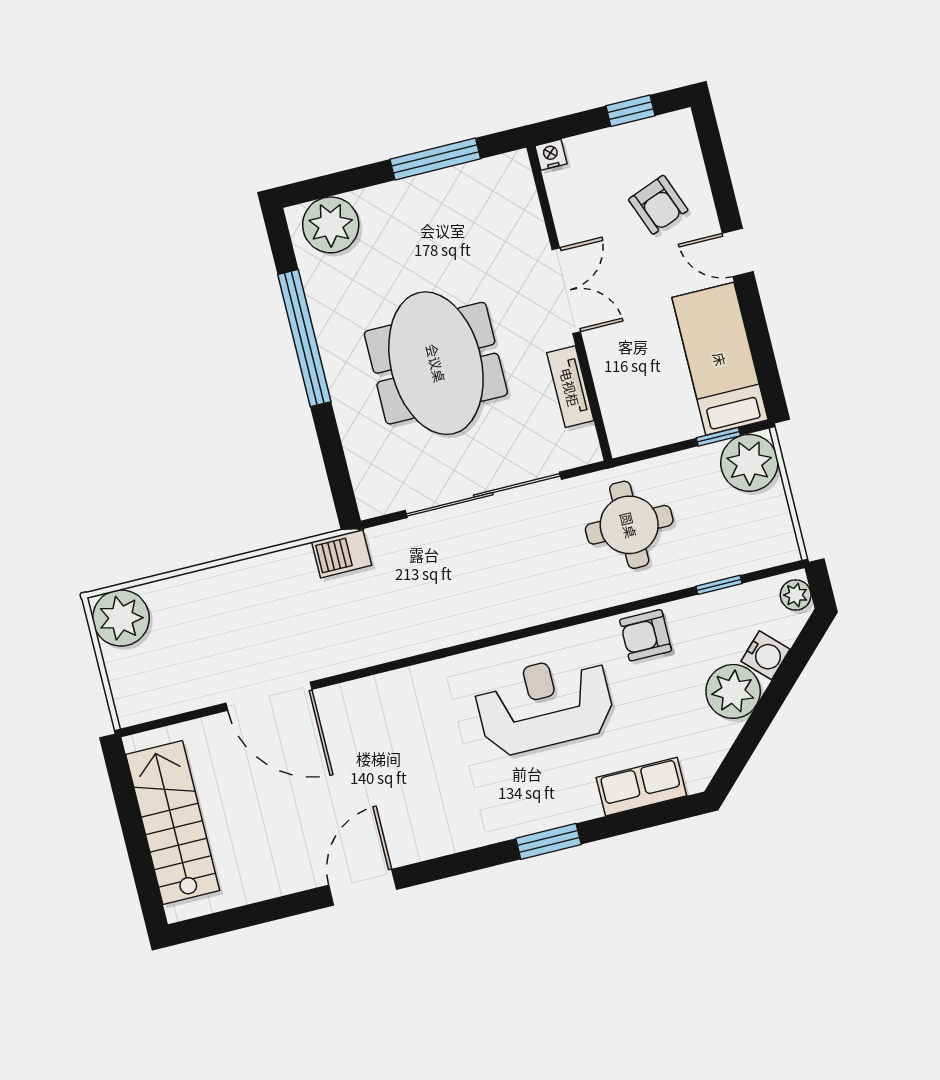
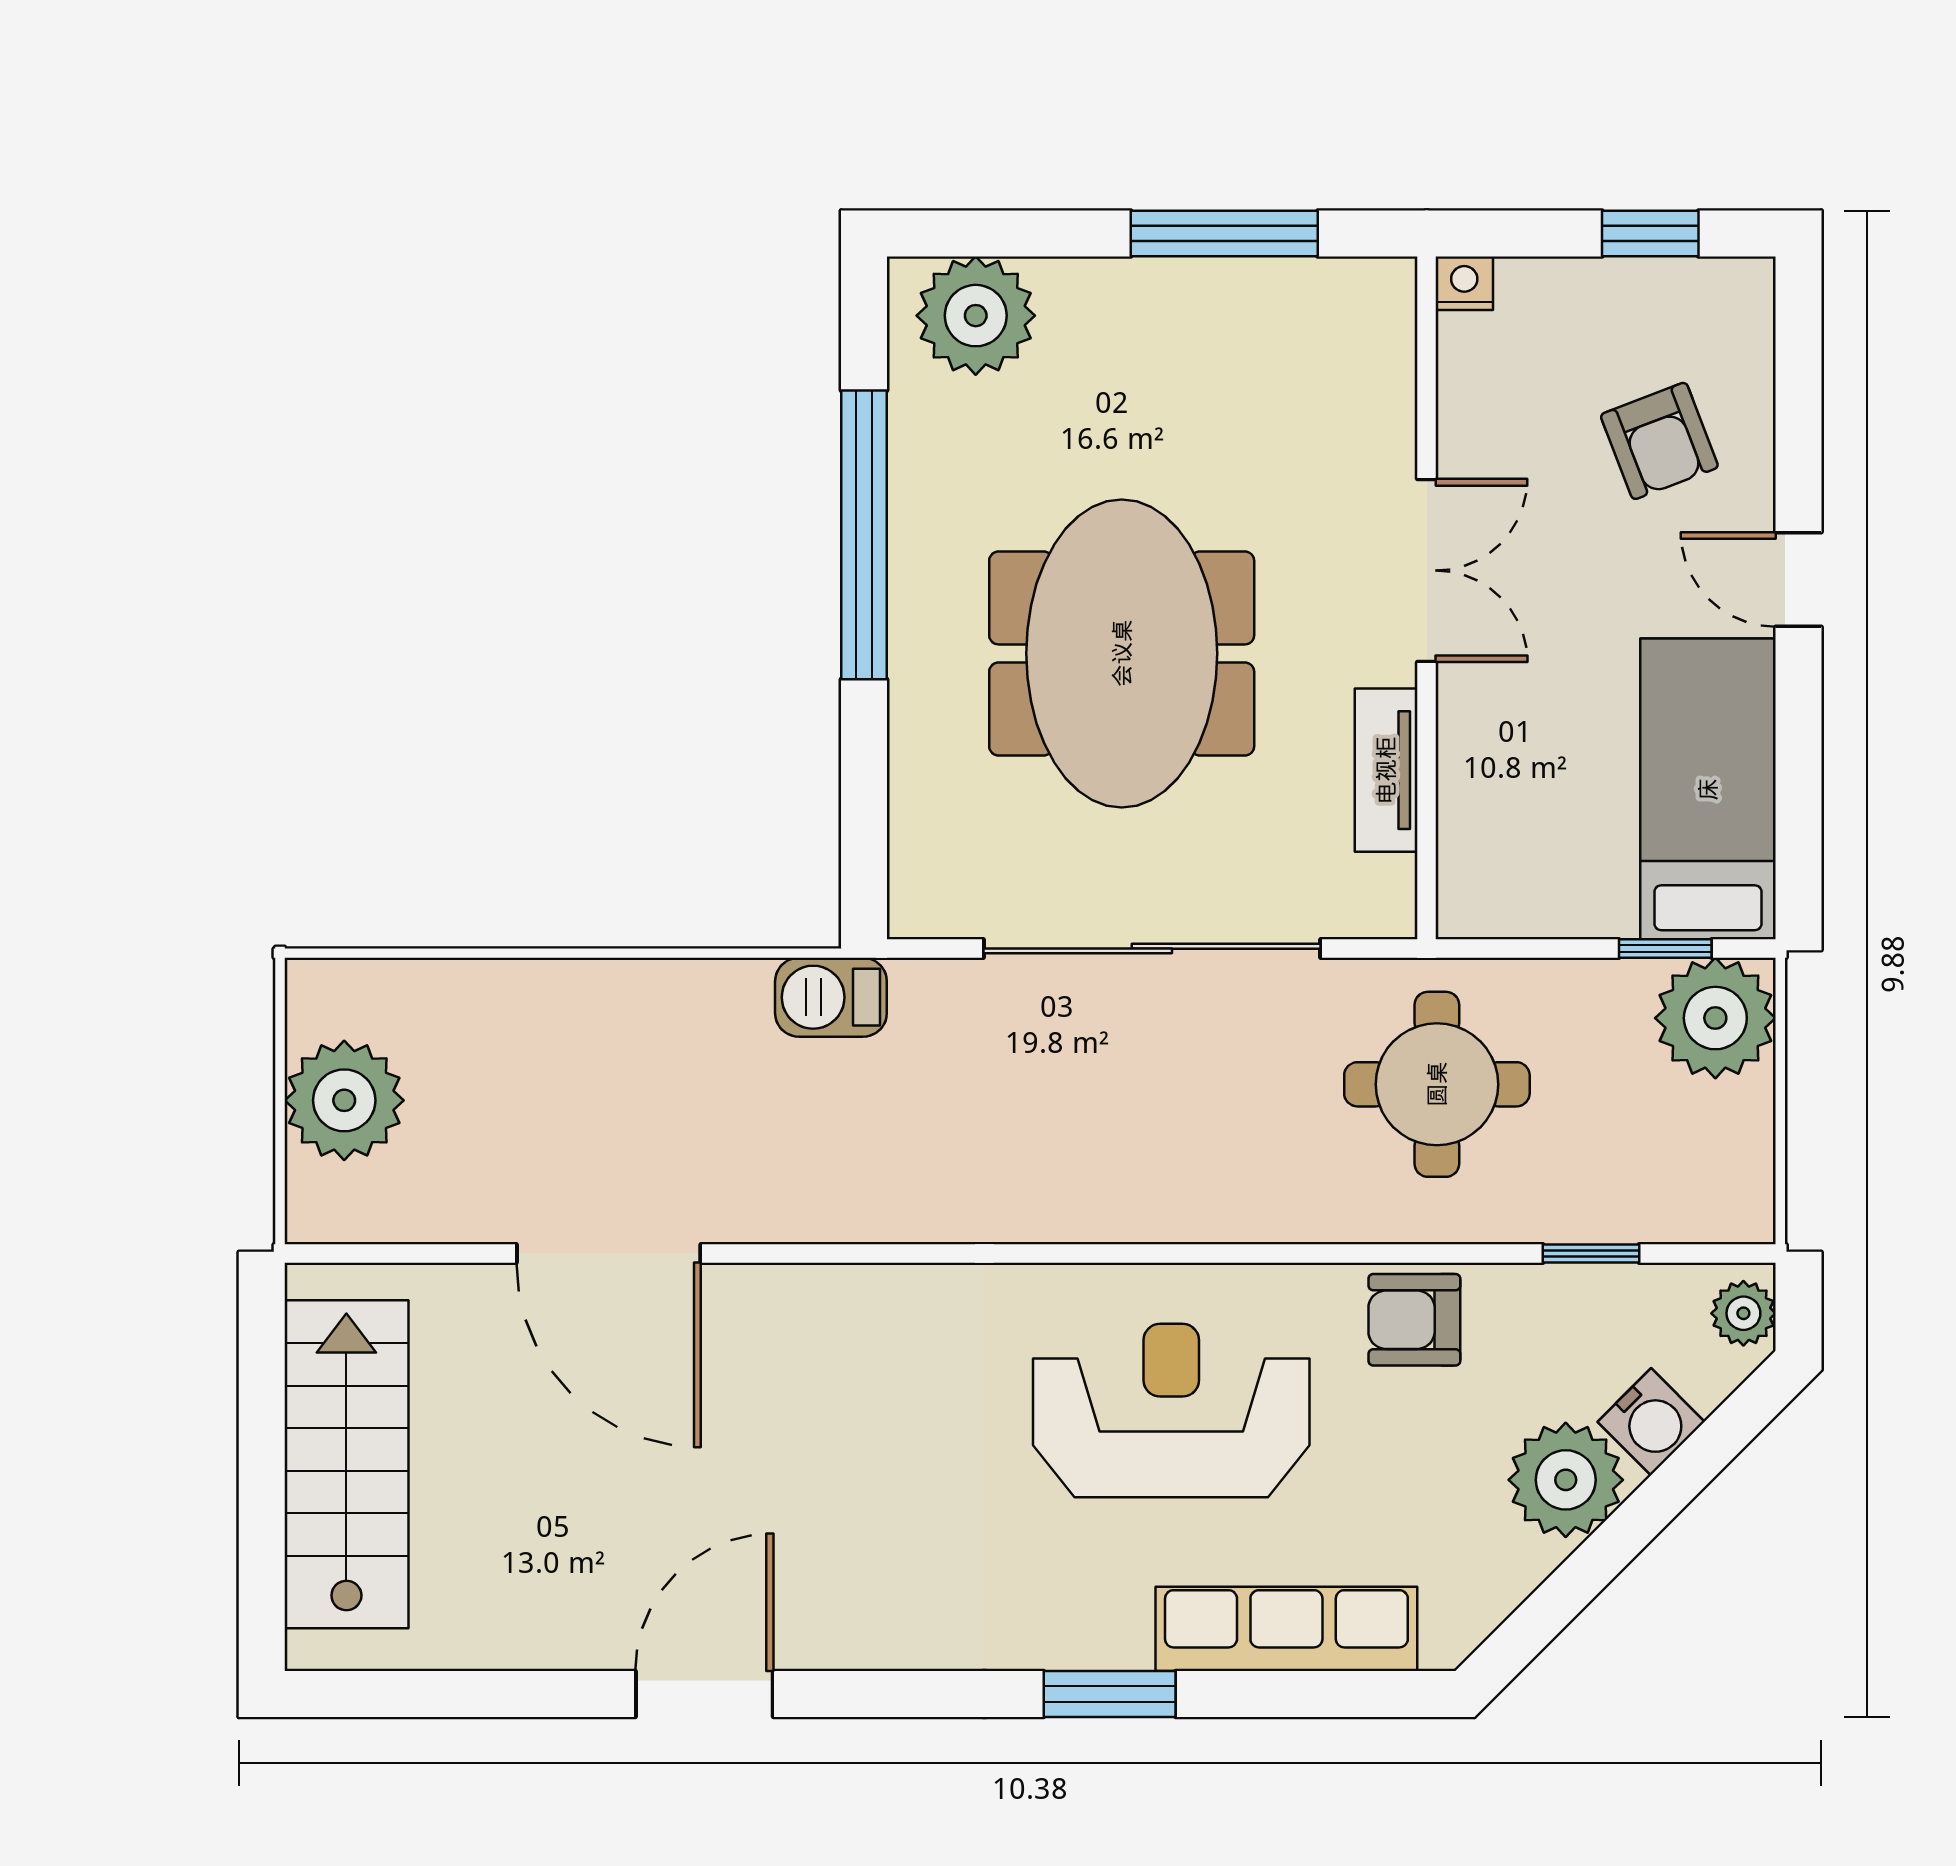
plant: (121, 618) -> (344, 1100), moved
row of seats: (641, 787) -> (1286, 1629), width x1.48

